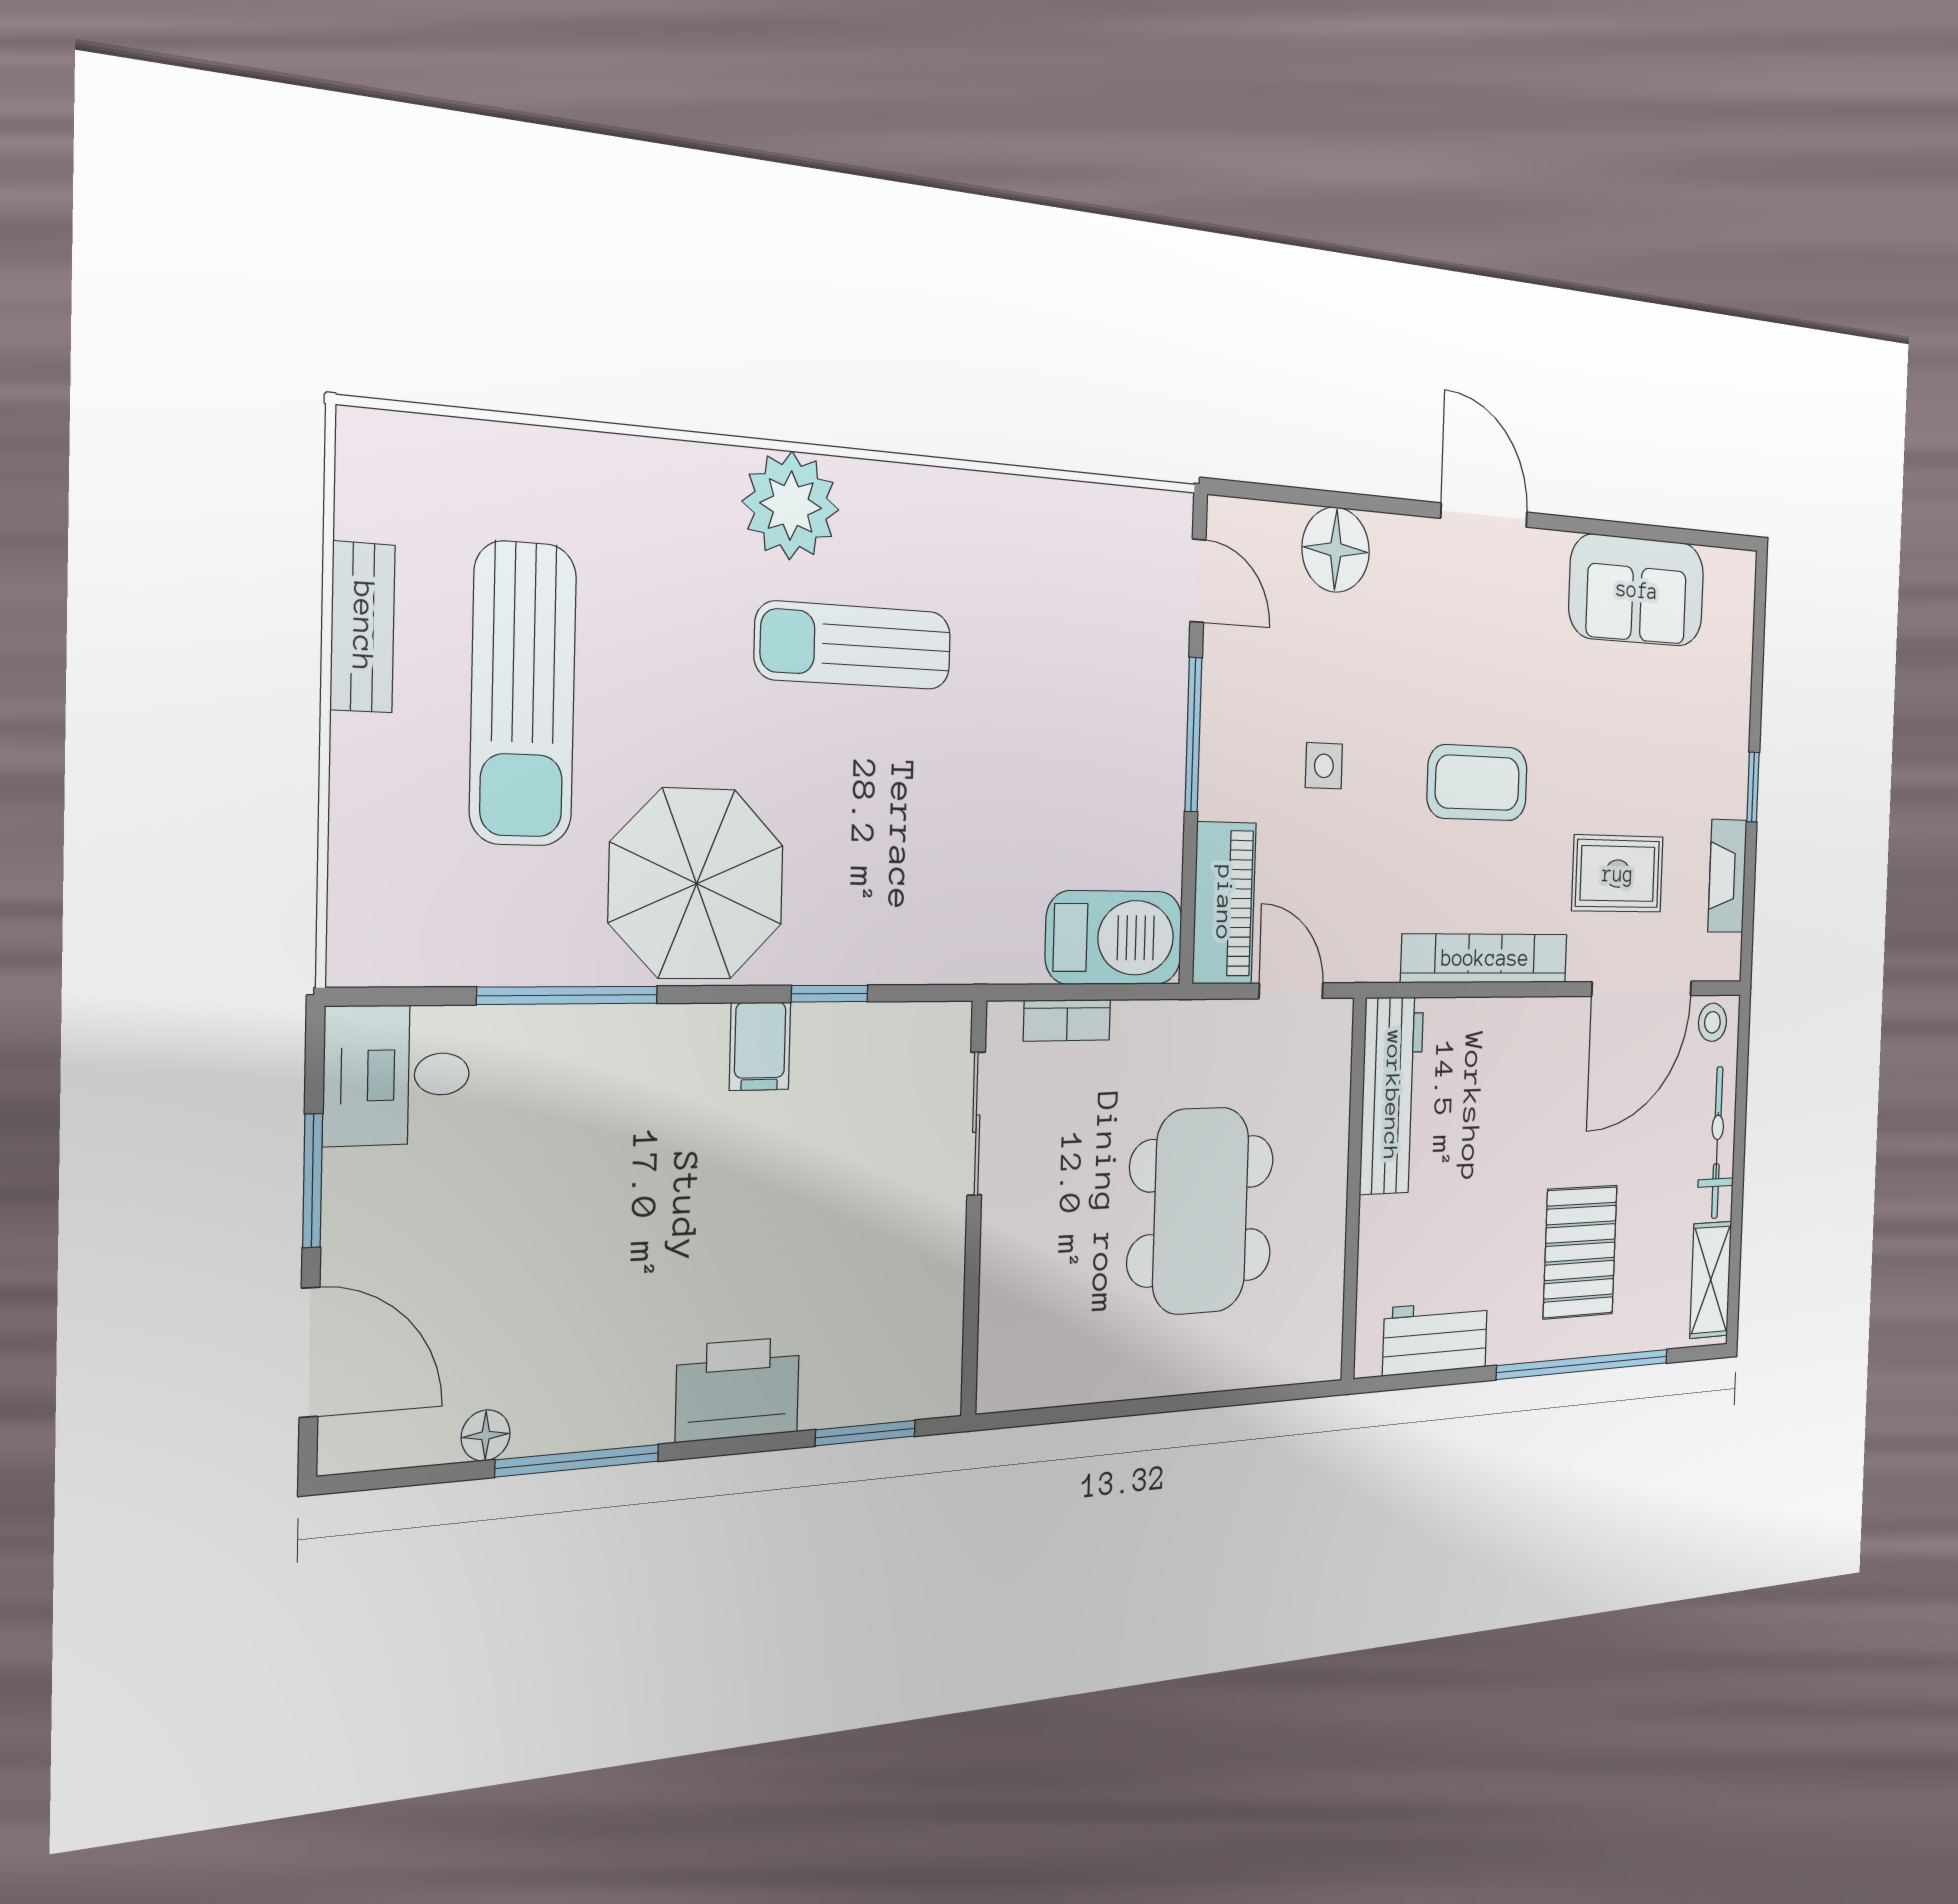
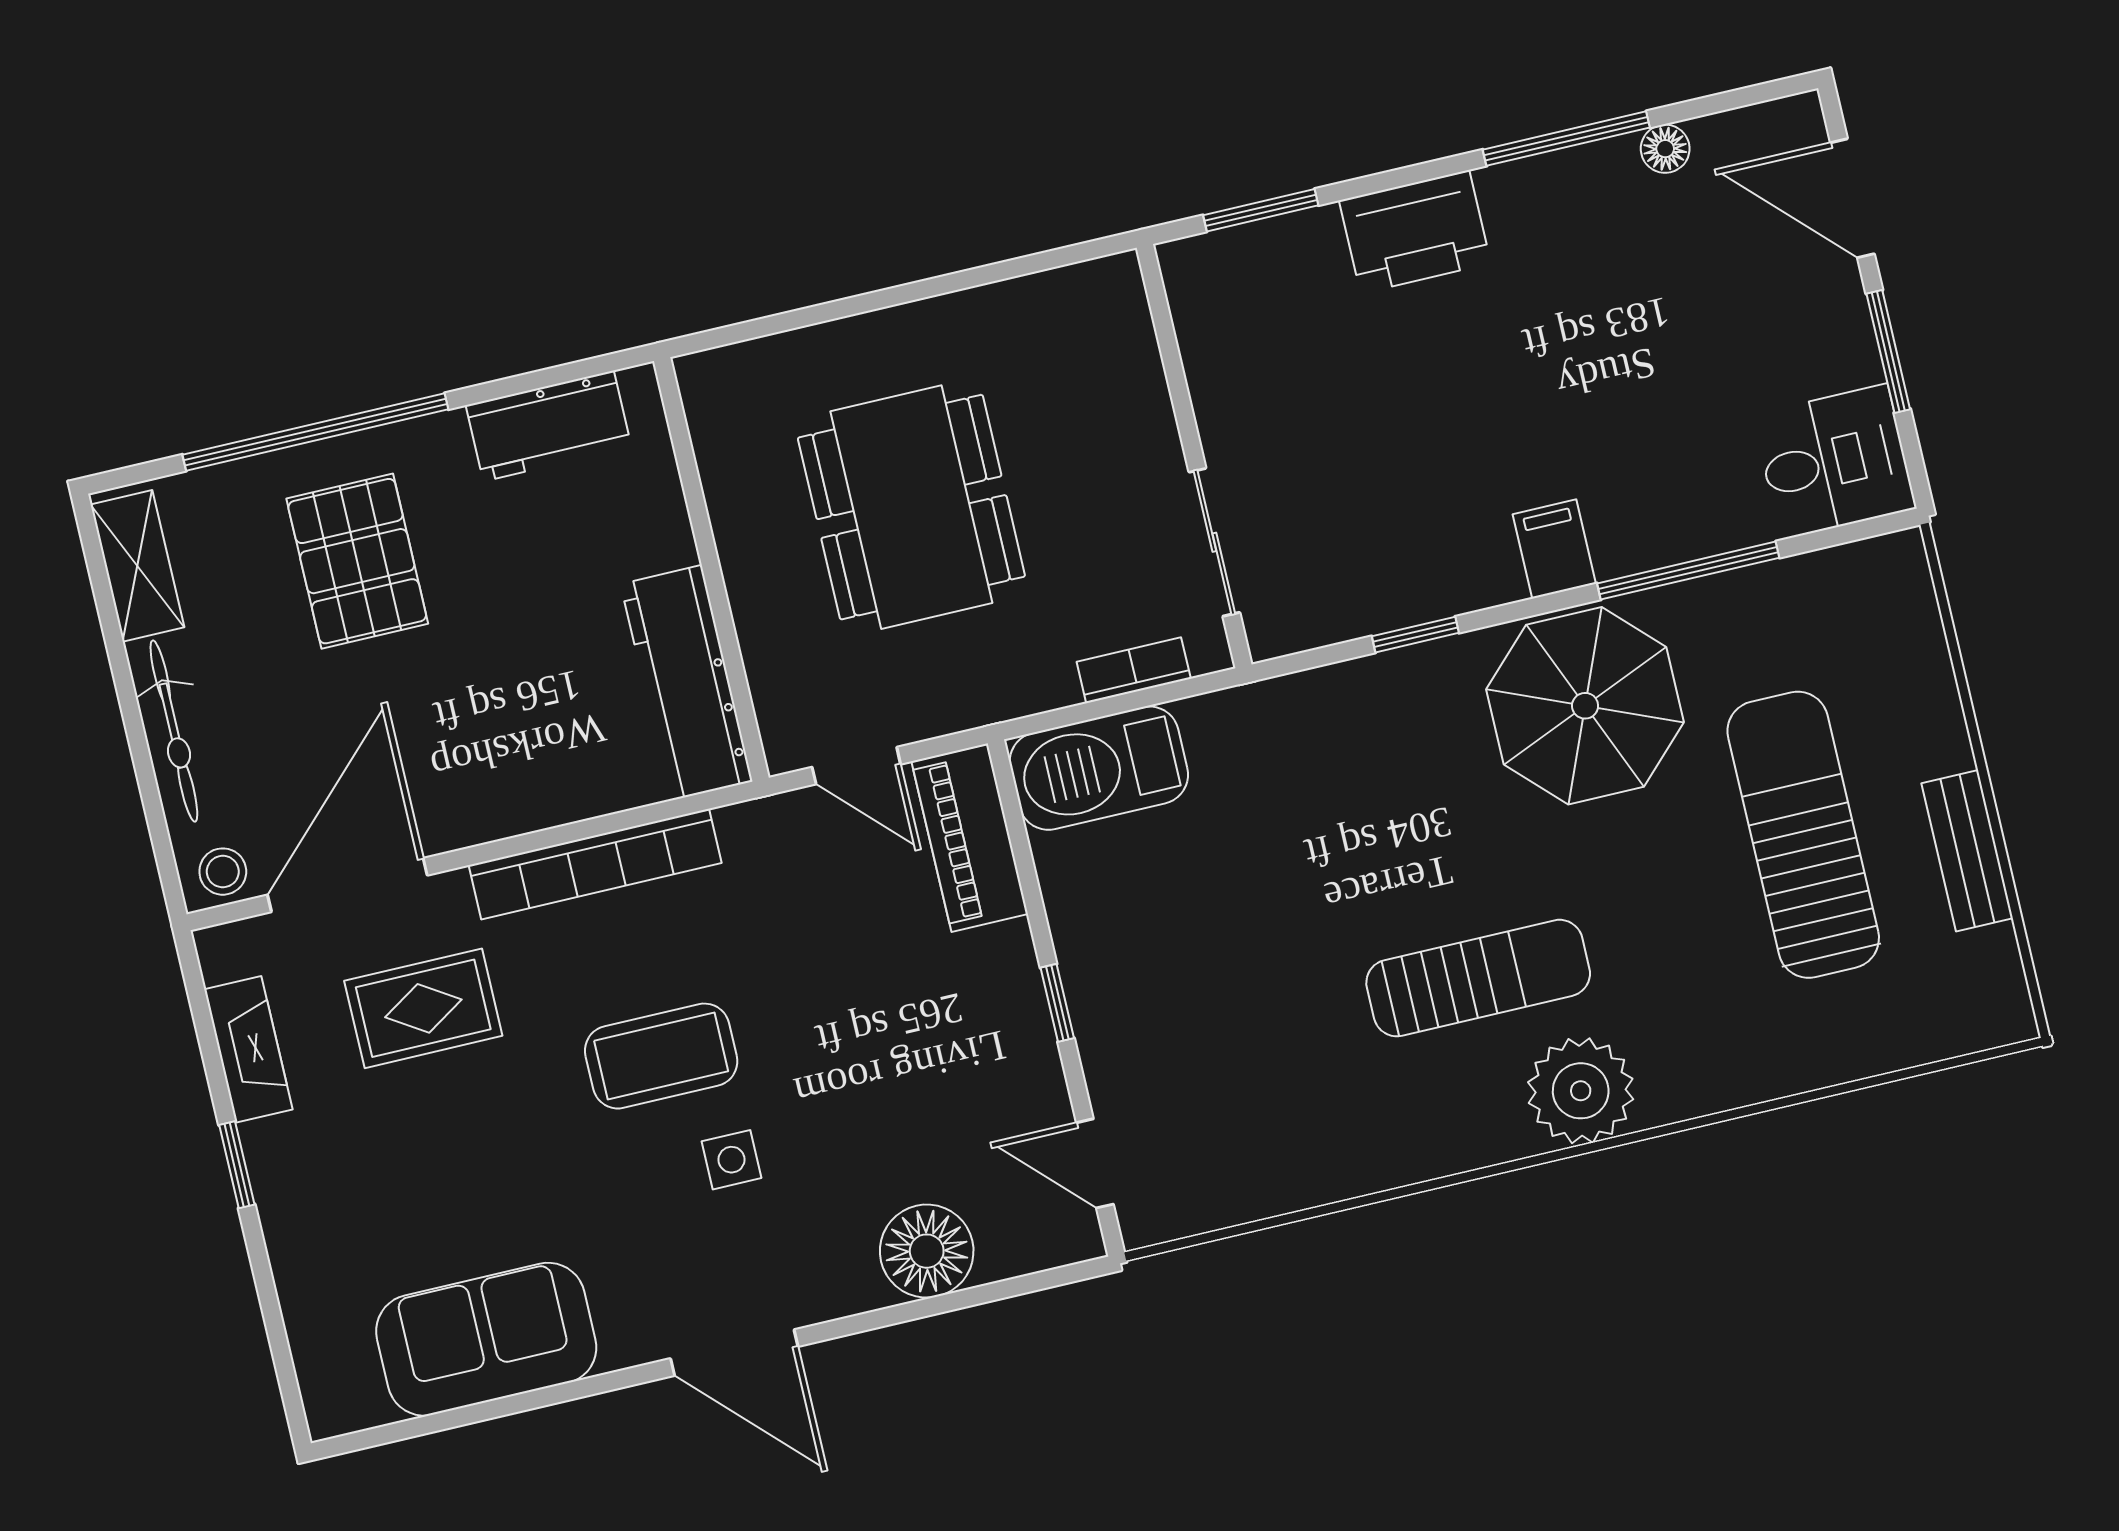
window: (1193, 735) -> (1057, 1003), width x0.46
side table: (1324, 766) -> (731, 1160), moved
filing cabinet: (760, 1046) -> (1554, 549), moved

